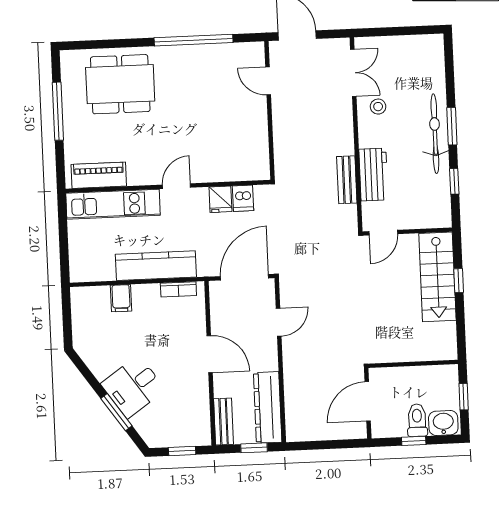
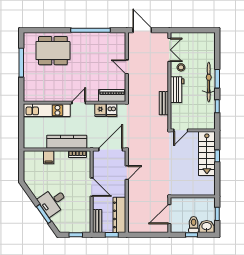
door: (268, 81) -> (127, 67), moved
piano: (99, 175) -> (112, 96), moved
workbench: (373, 175) -> (177, 90), moved

